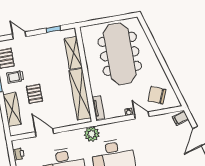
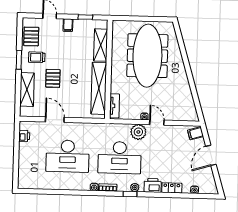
filing cabinet: (38, 40) -> (68, 25), added
chair: (157, 95) -> (177, 105), removed
plant: (92, 134) -> (138, 132), moved

